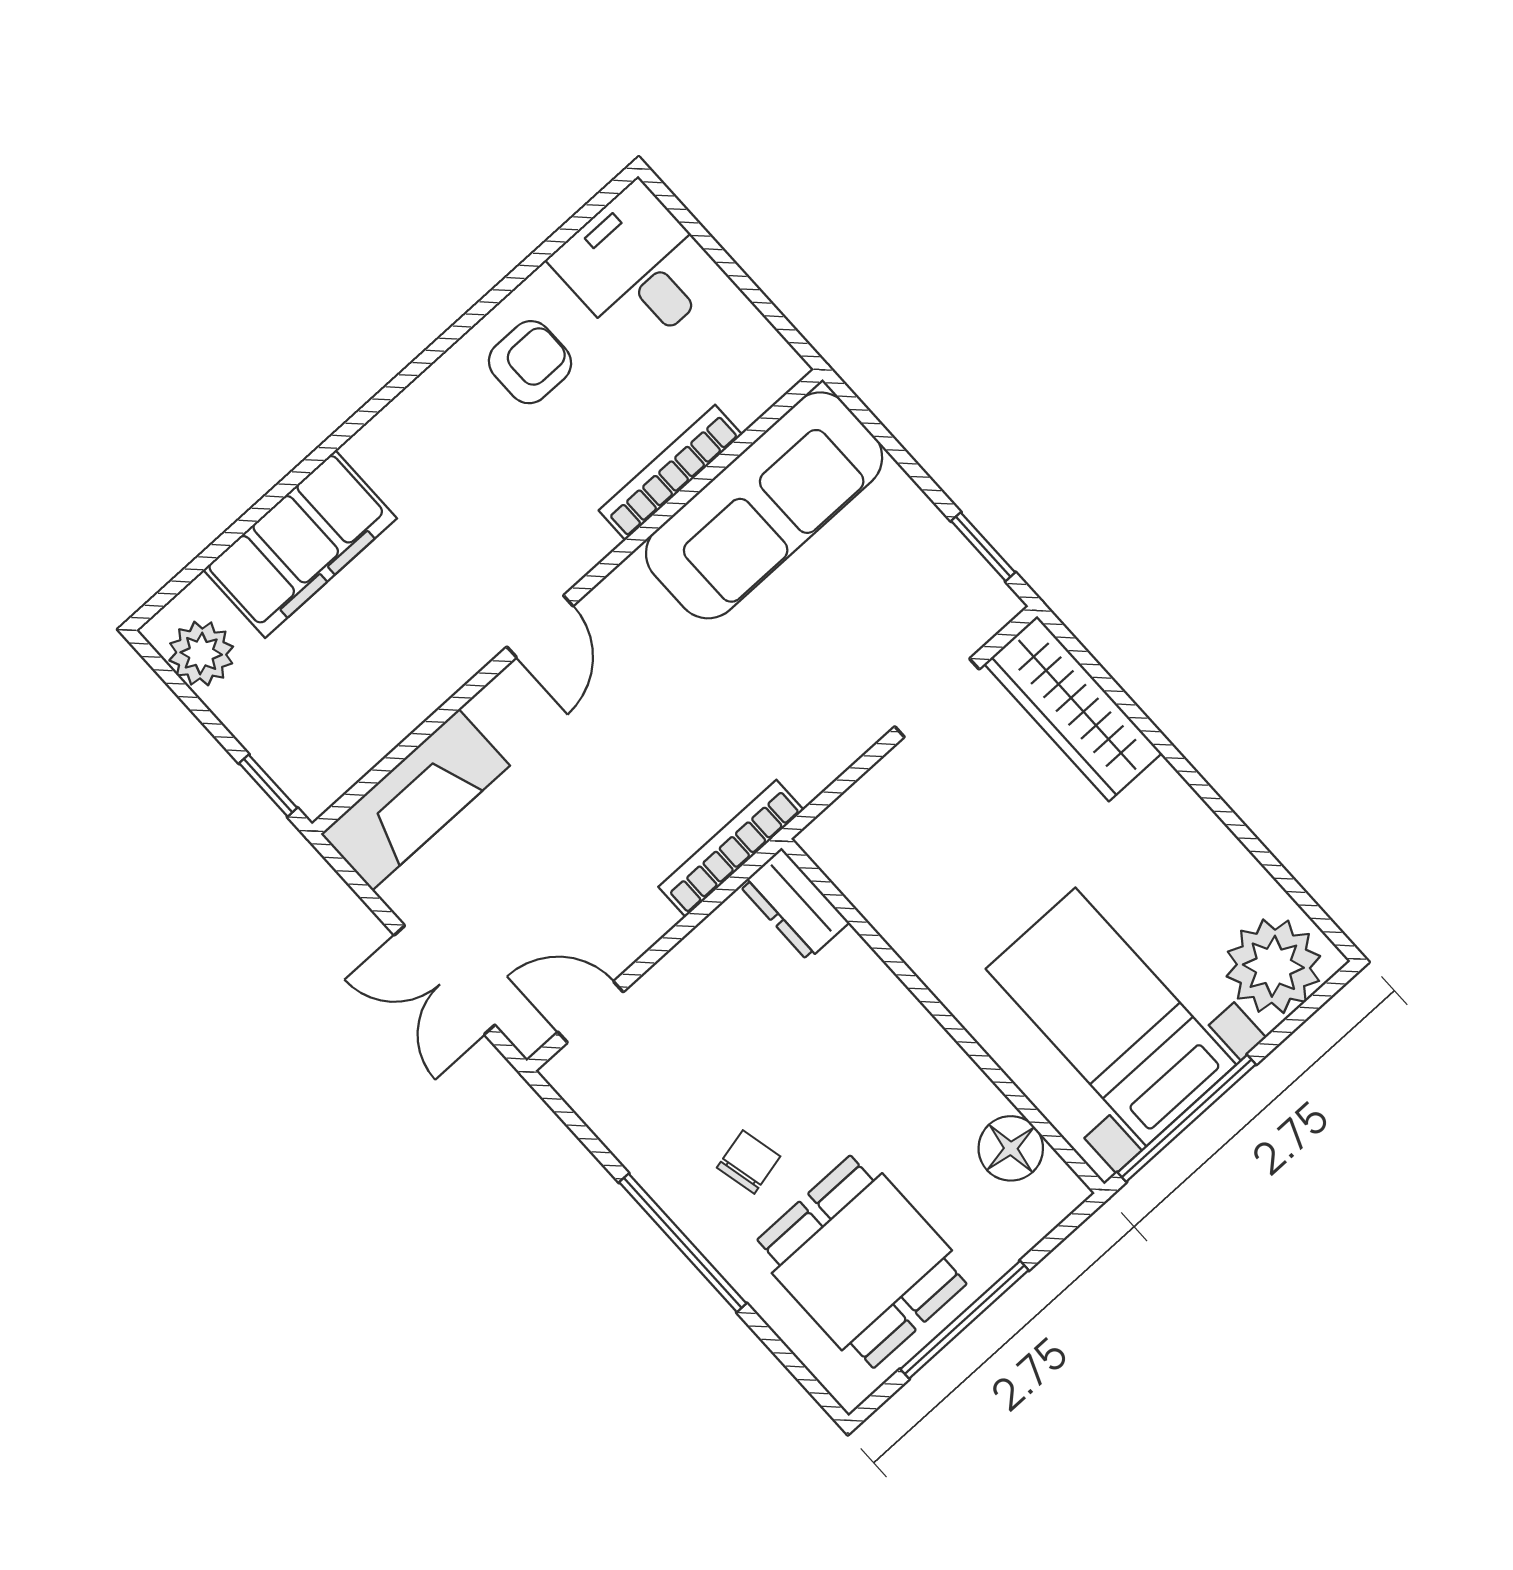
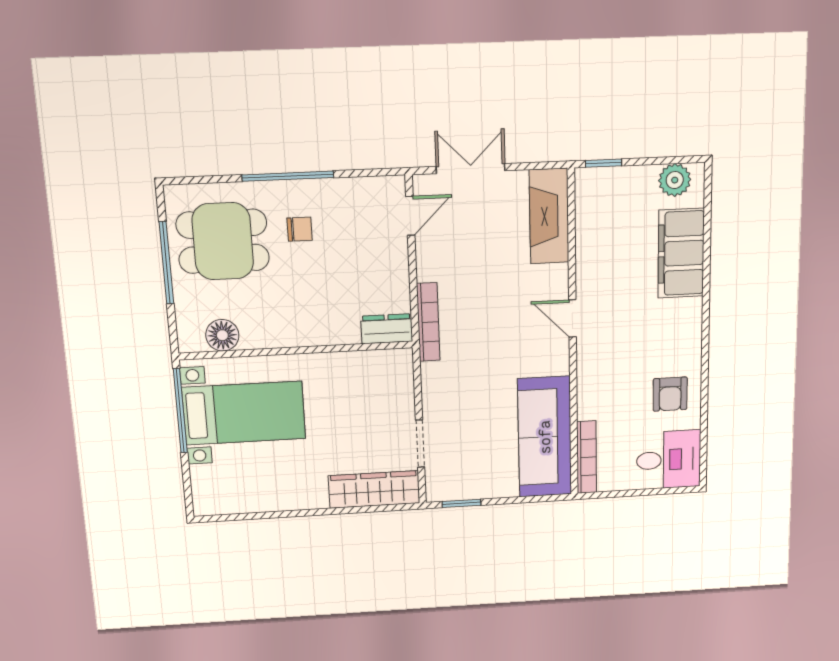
bookcase: (670, 472) -> (587, 457), moved
plant: (1273, 966) -> (214, 488), removed
chair: (749, 1162) -> (300, 229), turned -77

